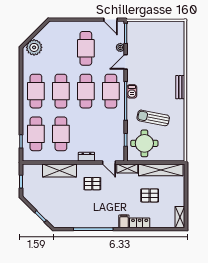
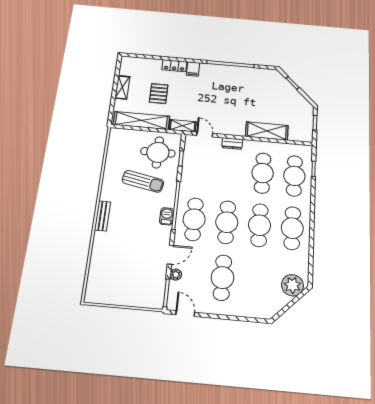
pallet: (92, 184) -> (227, 113), removed
pallet: (150, 195) -> (159, 94), turned 90
shelving: (180, 217) -> (122, 87), moved

